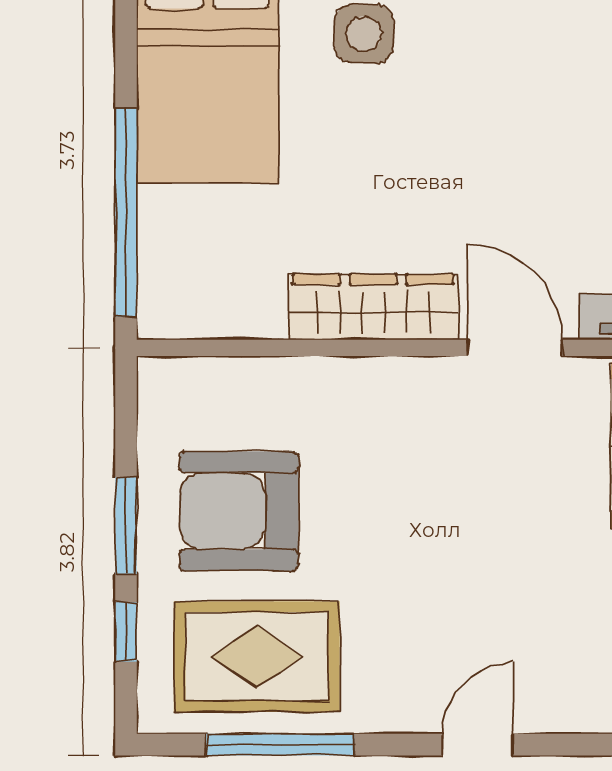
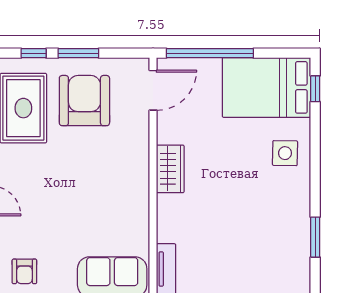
wardrobe: (373, 307) -> (170, 169), width x0.67
door: (515, 348) -> (153, 90), moved

